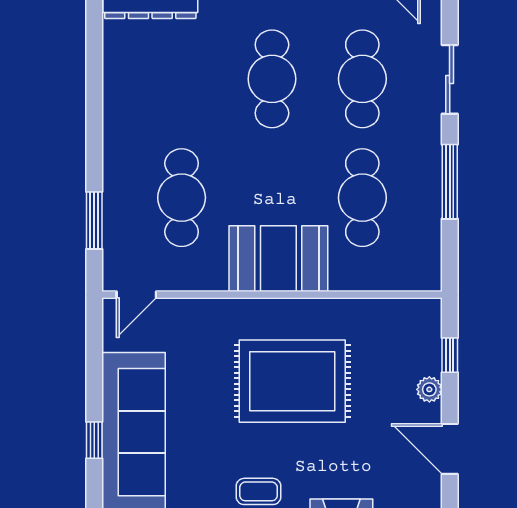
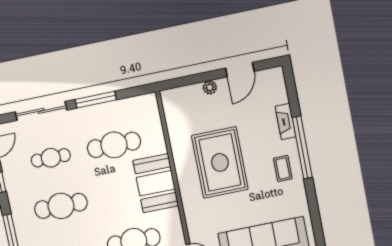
cafe table: (362, 79) -> (51, 158), width x0.73, depth x0.74
sliding door: (450, 79) -> (41, 111), width x1.37
window: (450, 355) -> (189, 80), removed

